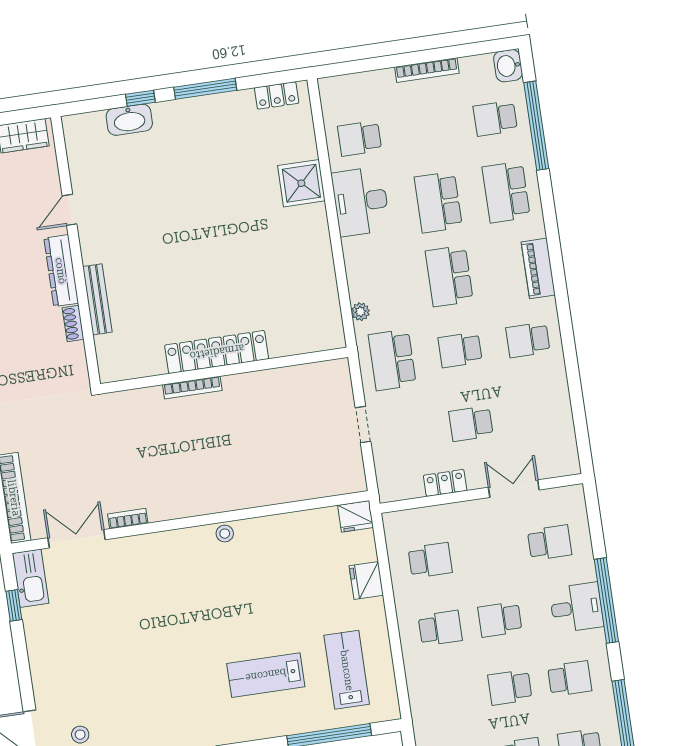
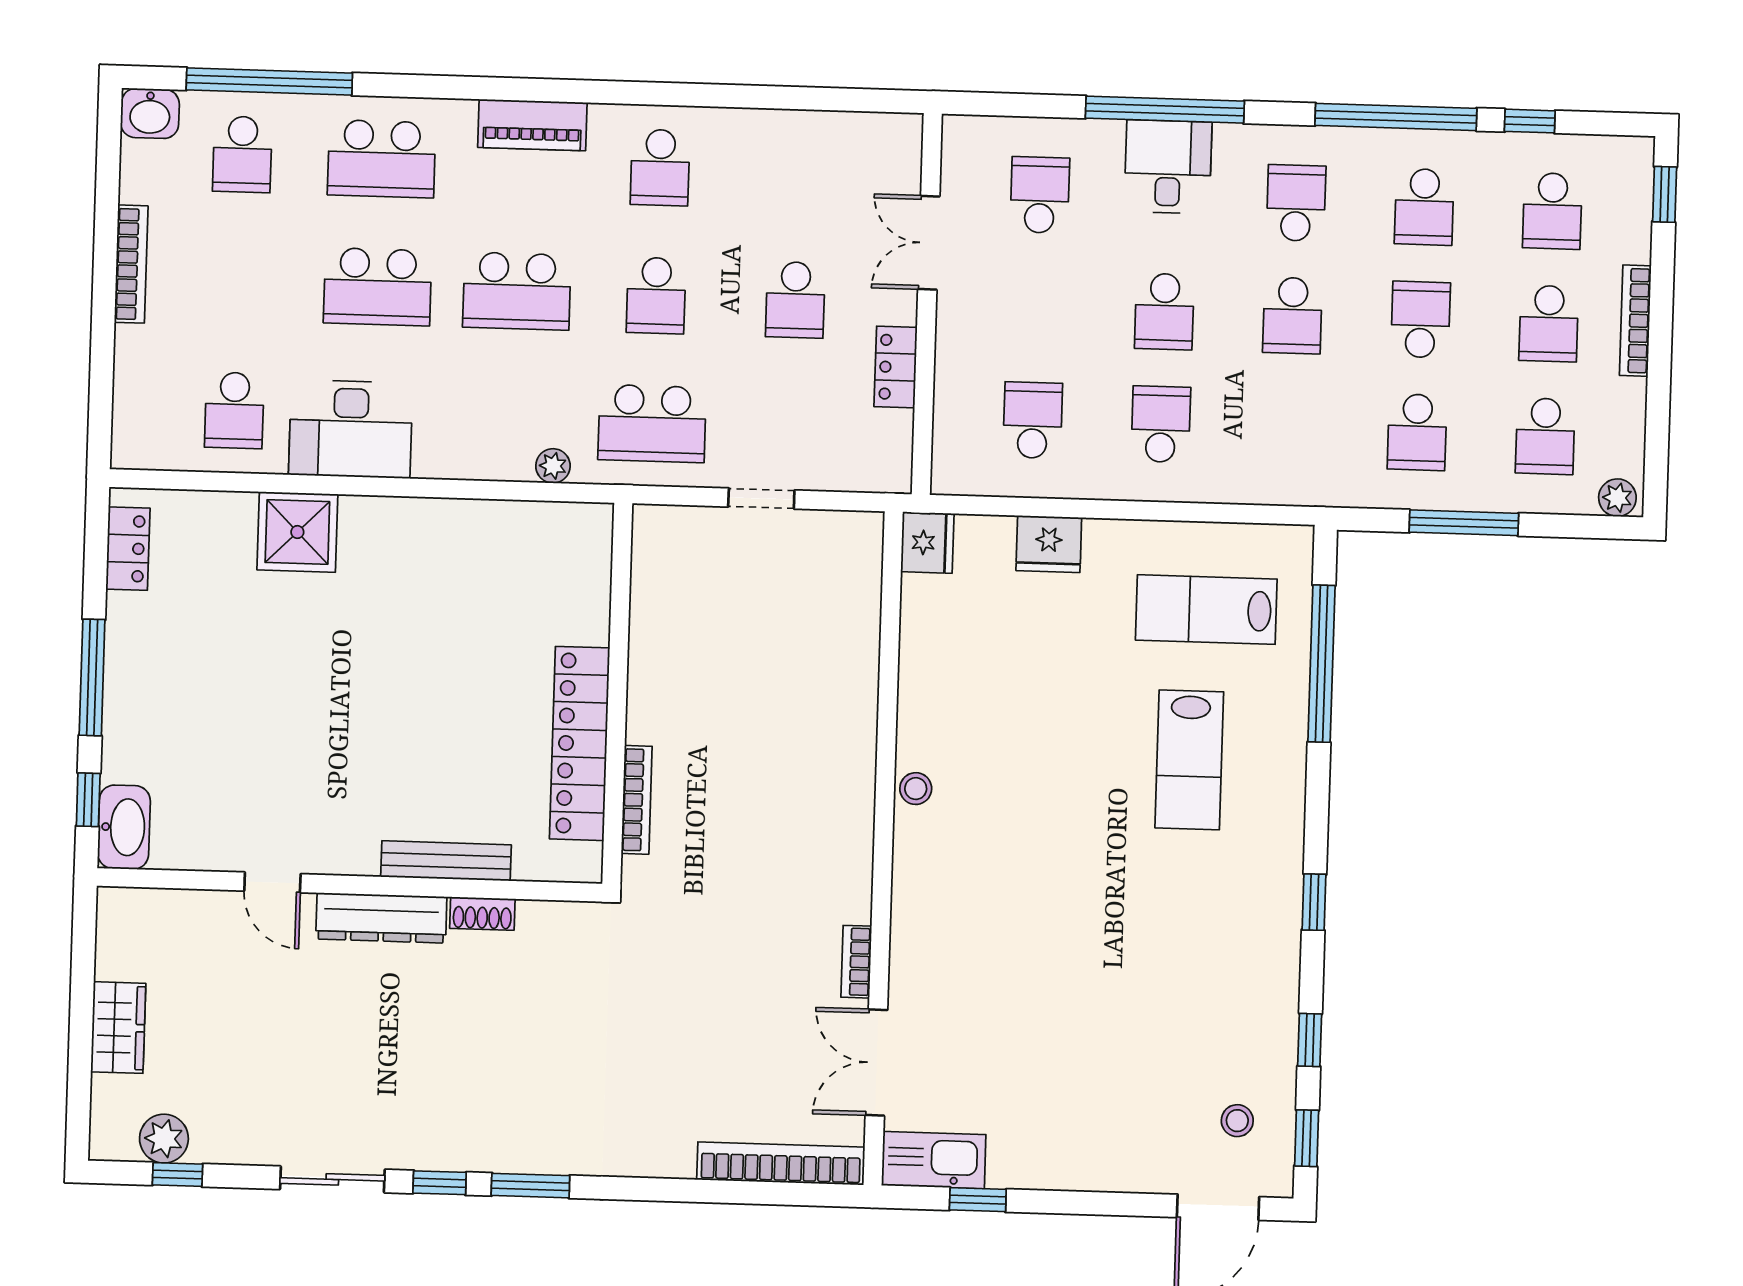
door: (70, 210) -> (272, 882), moved
wall: (76, 251) -> (350, 885), moved
dresser: (61, 271) -> (381, 918), moved
bench: (97, 299) -> (446, 861), moved
shoe rack: (73, 323) -> (482, 914), moved

